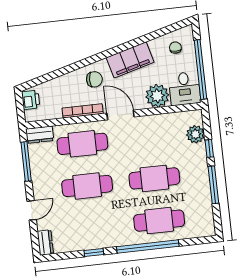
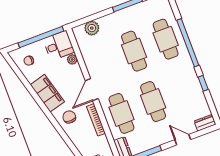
plant: (157, 96) -> (72, 59), width x0.53, depth x0.53
window: (209, 148) -> (100, 15), removed

